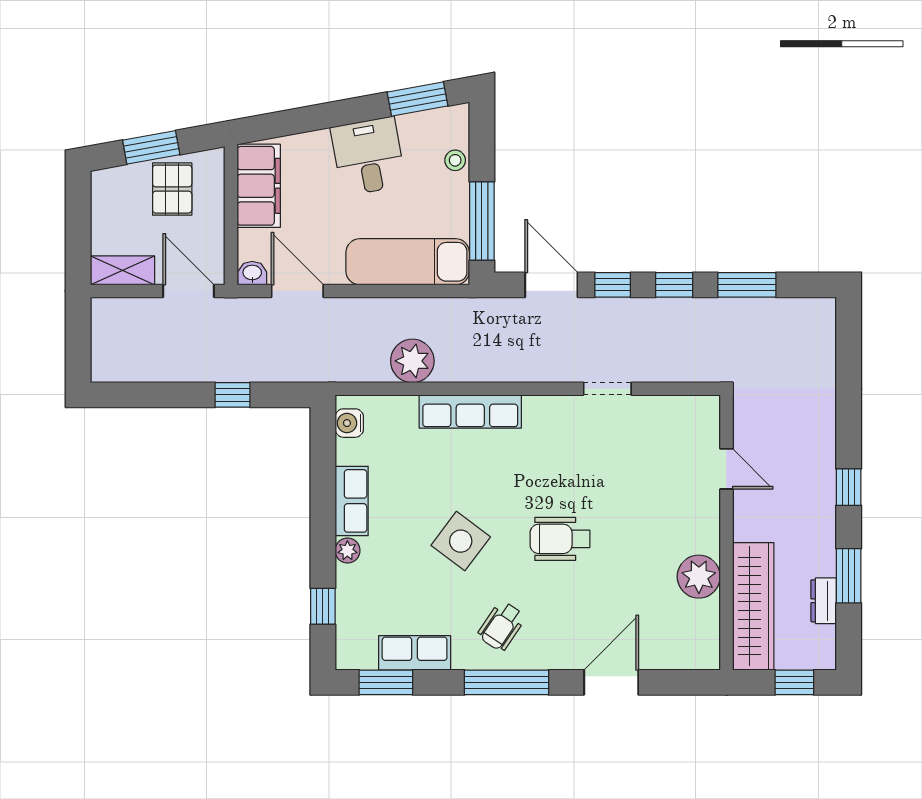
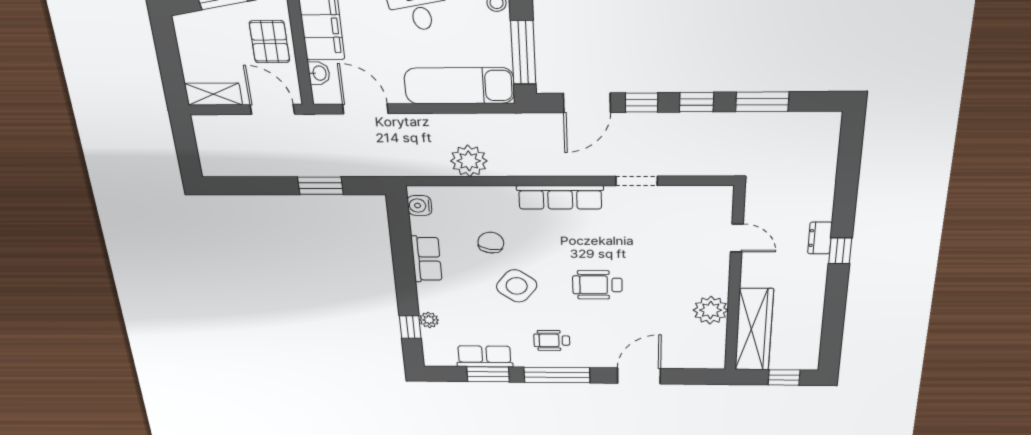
pallet: (172, 189) -> (269, 42), moved
washbasin: (252, 273) -> (319, 73), moved, turned 90
door: (551, 285) -> (587, 103), swing flipped
window: (233, 395) -> (320, 186), width x1.50
row of seats: (470, 411) -> (560, 197), moved
chair: (432, 477) -> (491, 243), added
plant: (347, 551) -> (429, 320), moved
window: (849, 576) -> (834, 310), removed
dresser: (824, 601) -> (820, 238), moved
wheelchair: (502, 626) -> (552, 340), turned 56
window: (386, 682) -> (488, 374), moved

